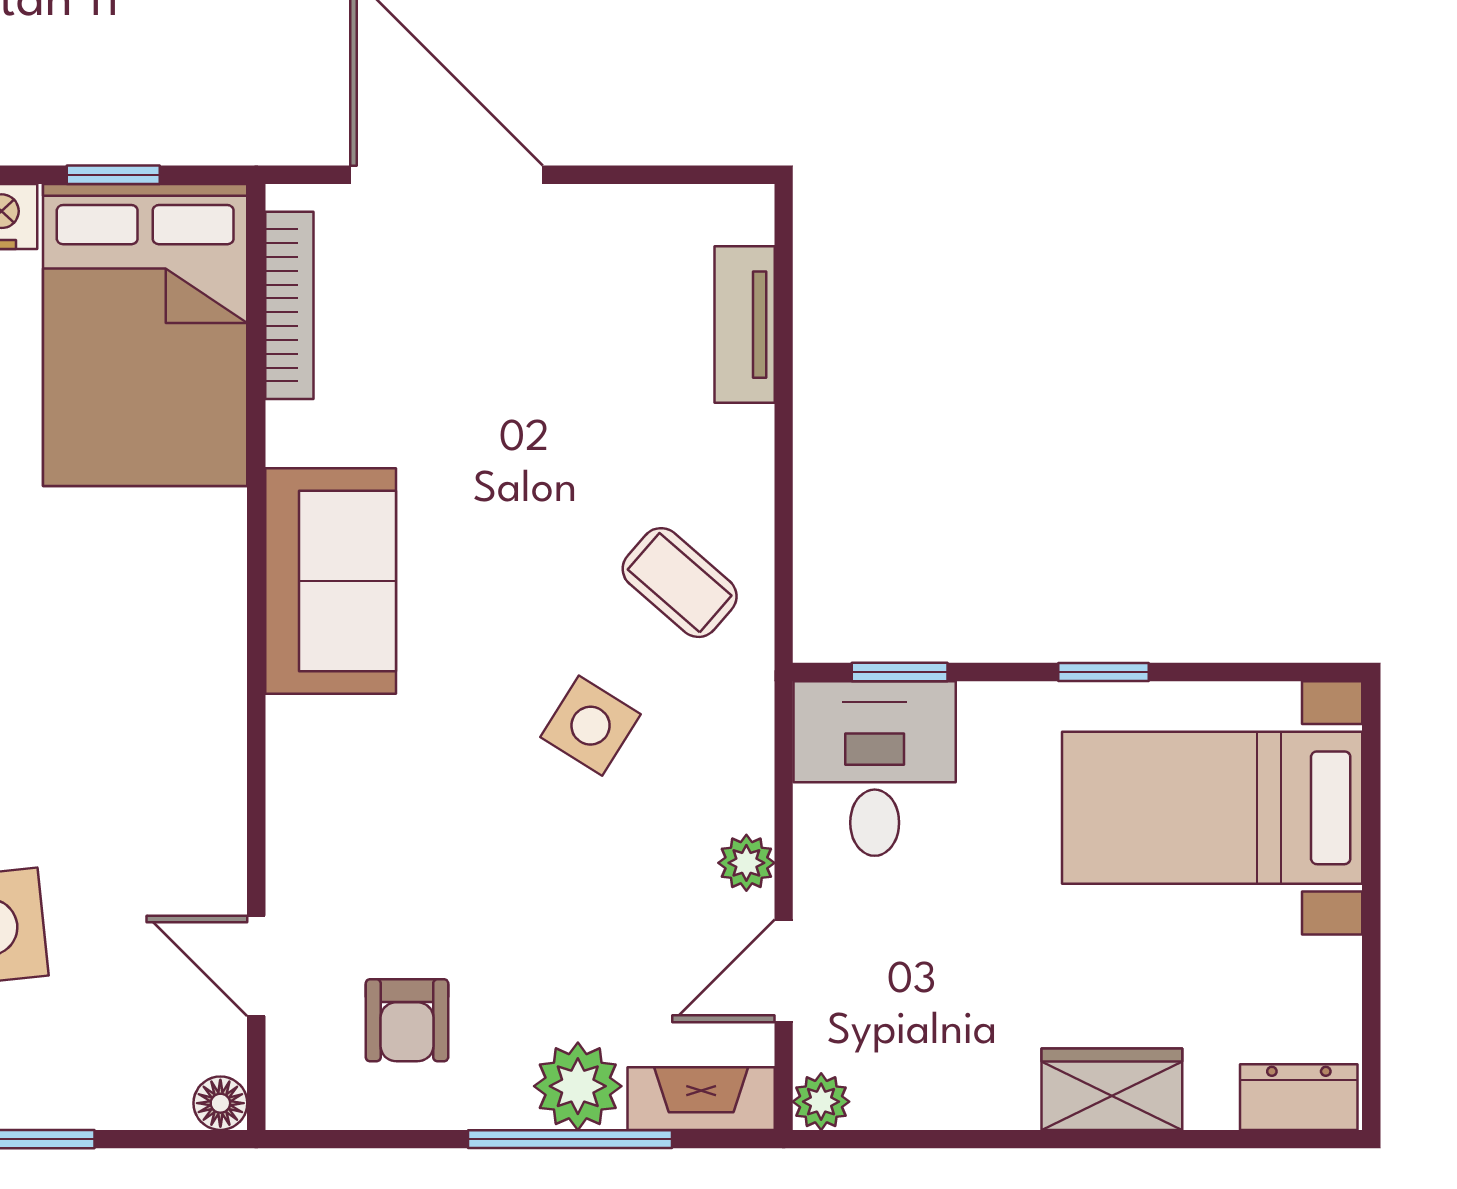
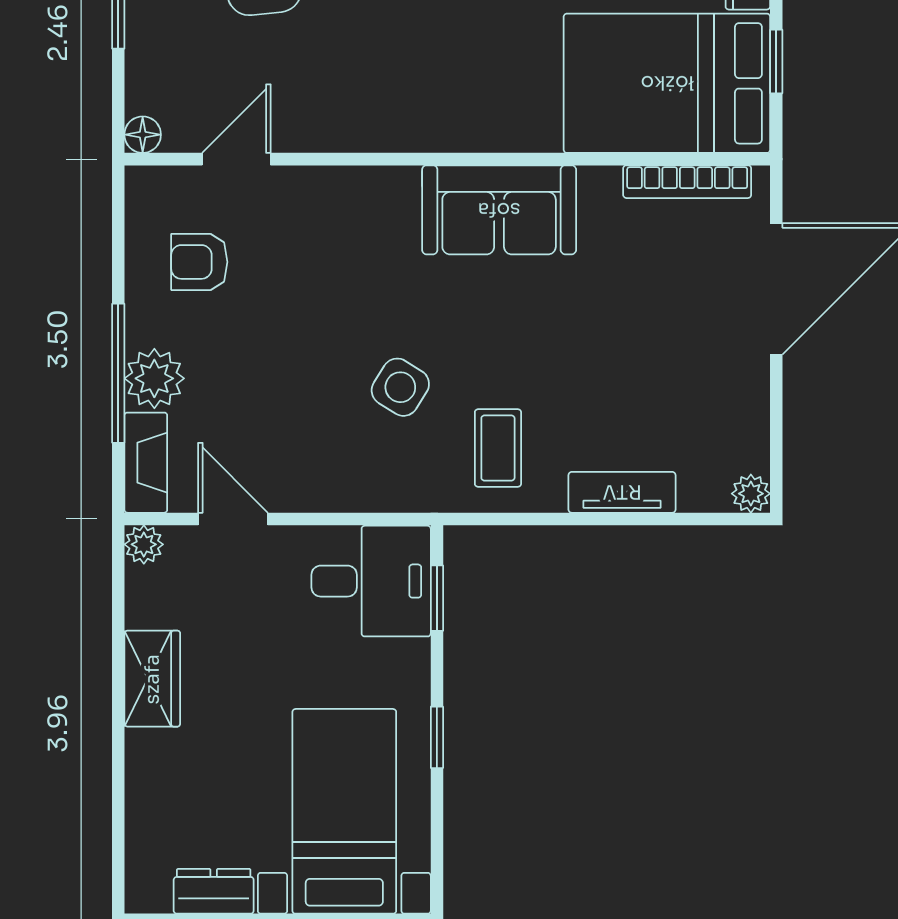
tv unit: (745, 325) -> (622, 492), moved
coffee table: (680, 583) -> (498, 448), turned -41
plant: (746, 863) -> (751, 494), moved
wardrobe: (1112, 1089) -> (152, 679), moved
dresser: (1299, 1097) -> (214, 891), moved, turned -90

